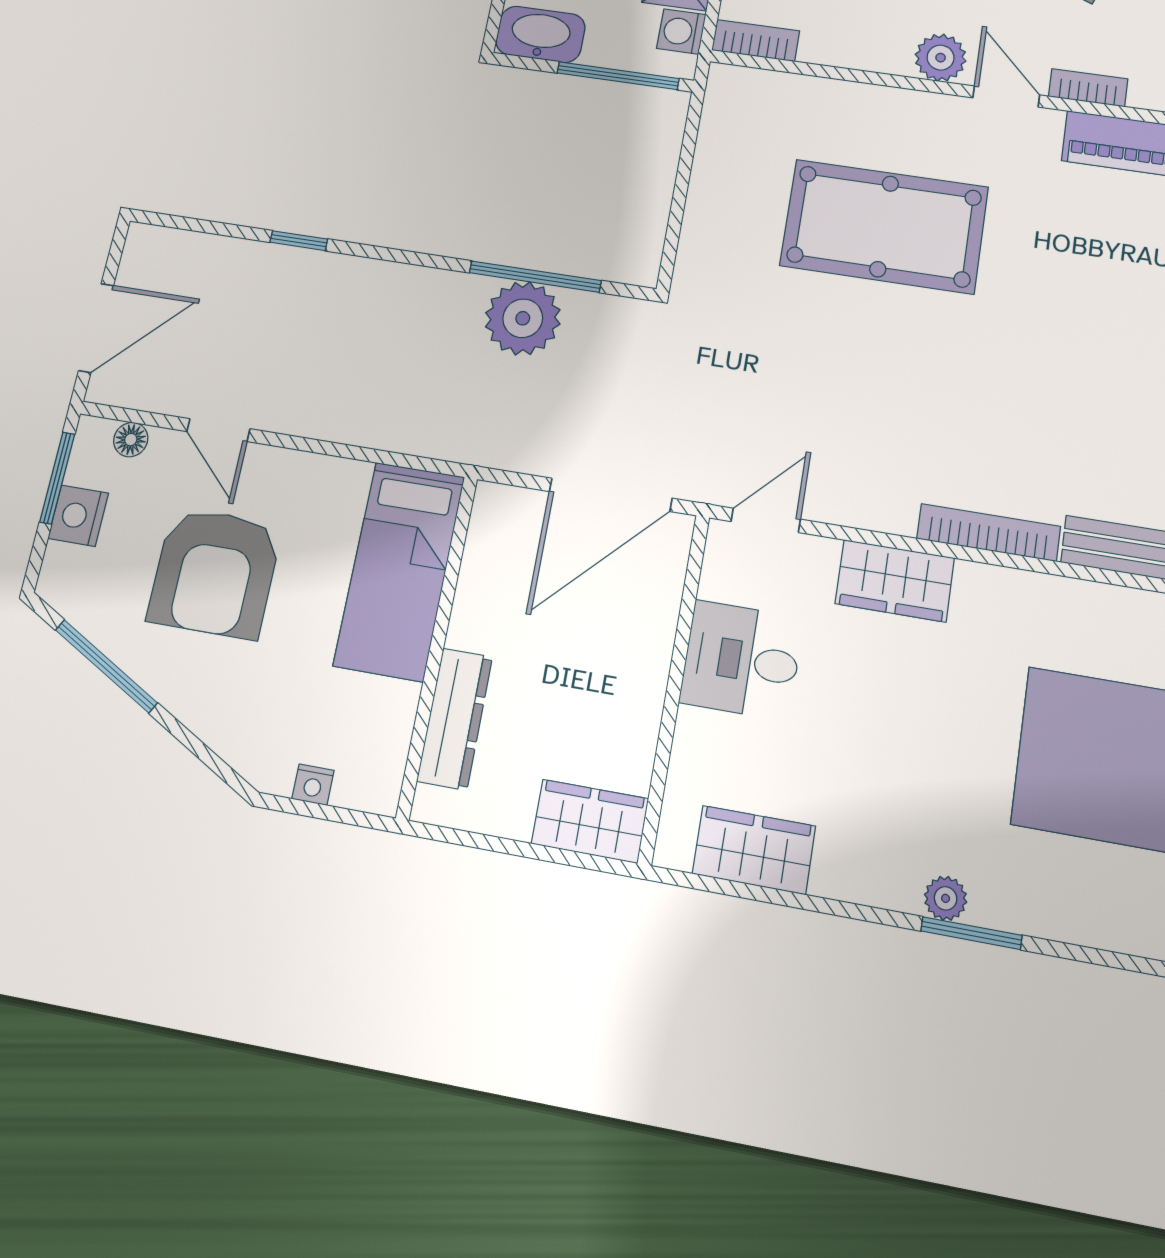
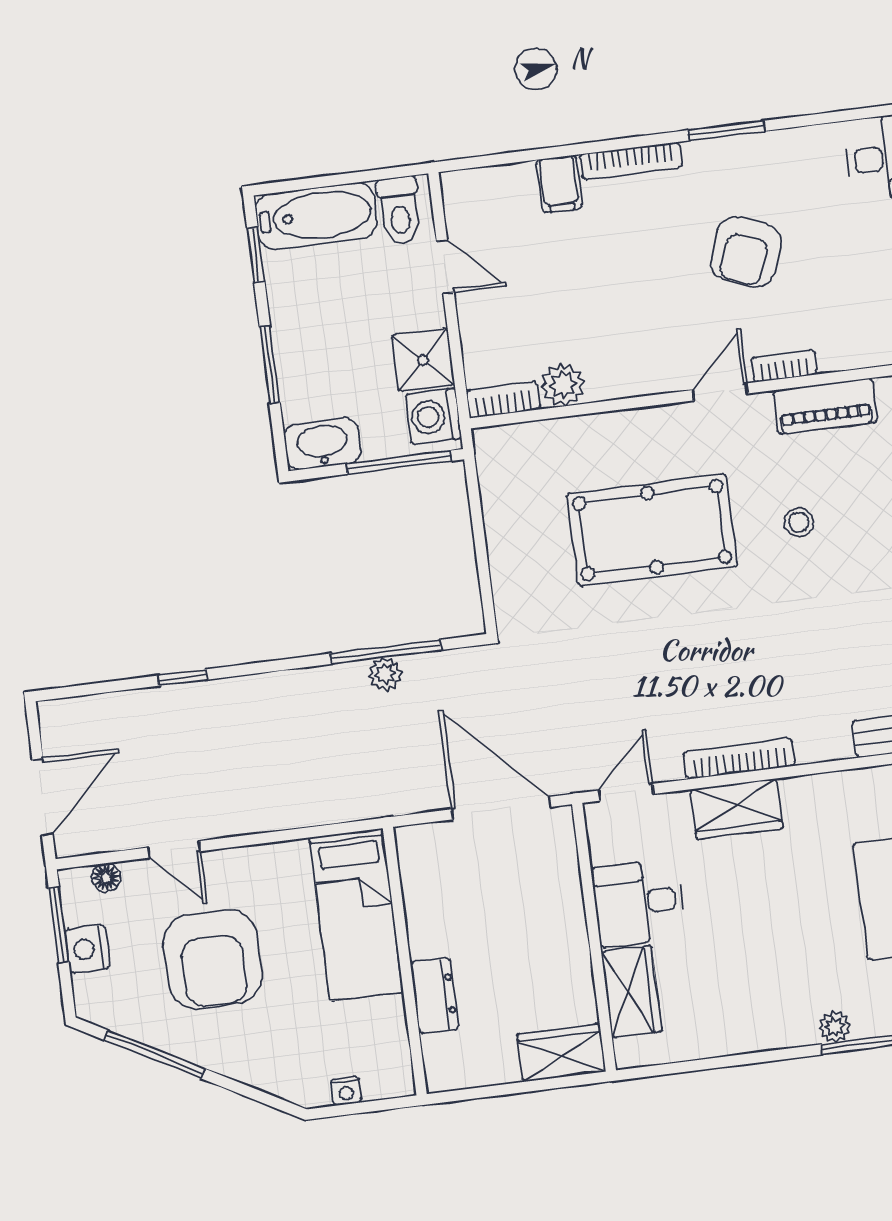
washing machine: (681, 32) -> (433, 417), width x1.38, depth x1.38
plant: (941, 58) -> (563, 385), moved
door: (1006, 96) -> (720, 392), hinge flipped
stool: (1061, 265) -> (799, 522), added
plant: (523, 318) -> (385, 674), width x0.53, depth x0.53
door: (611, 495) -> (501, 808), swing flipped
bookcase: (988, 532) -> (739, 759), moved
dresser: (455, 719) -> (435, 995), width x0.70
wardrobe: (754, 850) -> (631, 992), moved, turned 90

